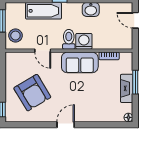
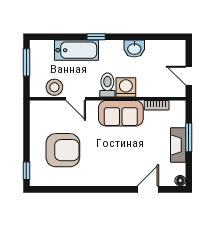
door: (135, 20) -> (189, 76), moved
stool: (15, 36) -> (54, 87), moved
armchair: (32, 93) -> (63, 150), turned -59
door: (66, 125) -> (148, 189), moved

